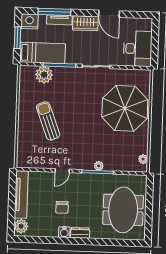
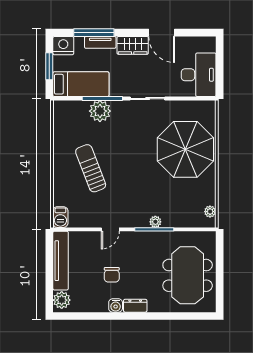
plant: (44, 75) -> (100, 111), moved
barbecue: (22, 159) -> (60, 217), added

